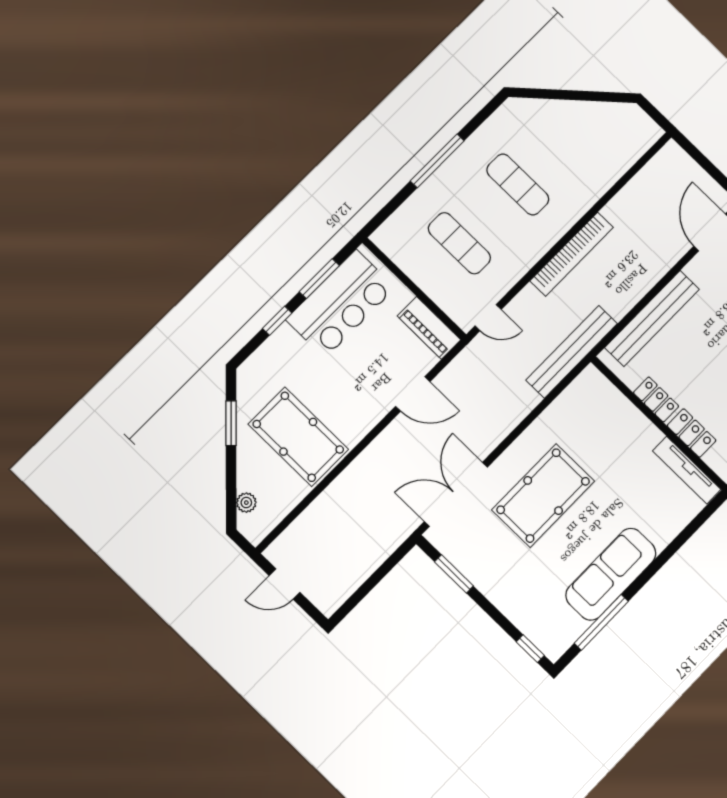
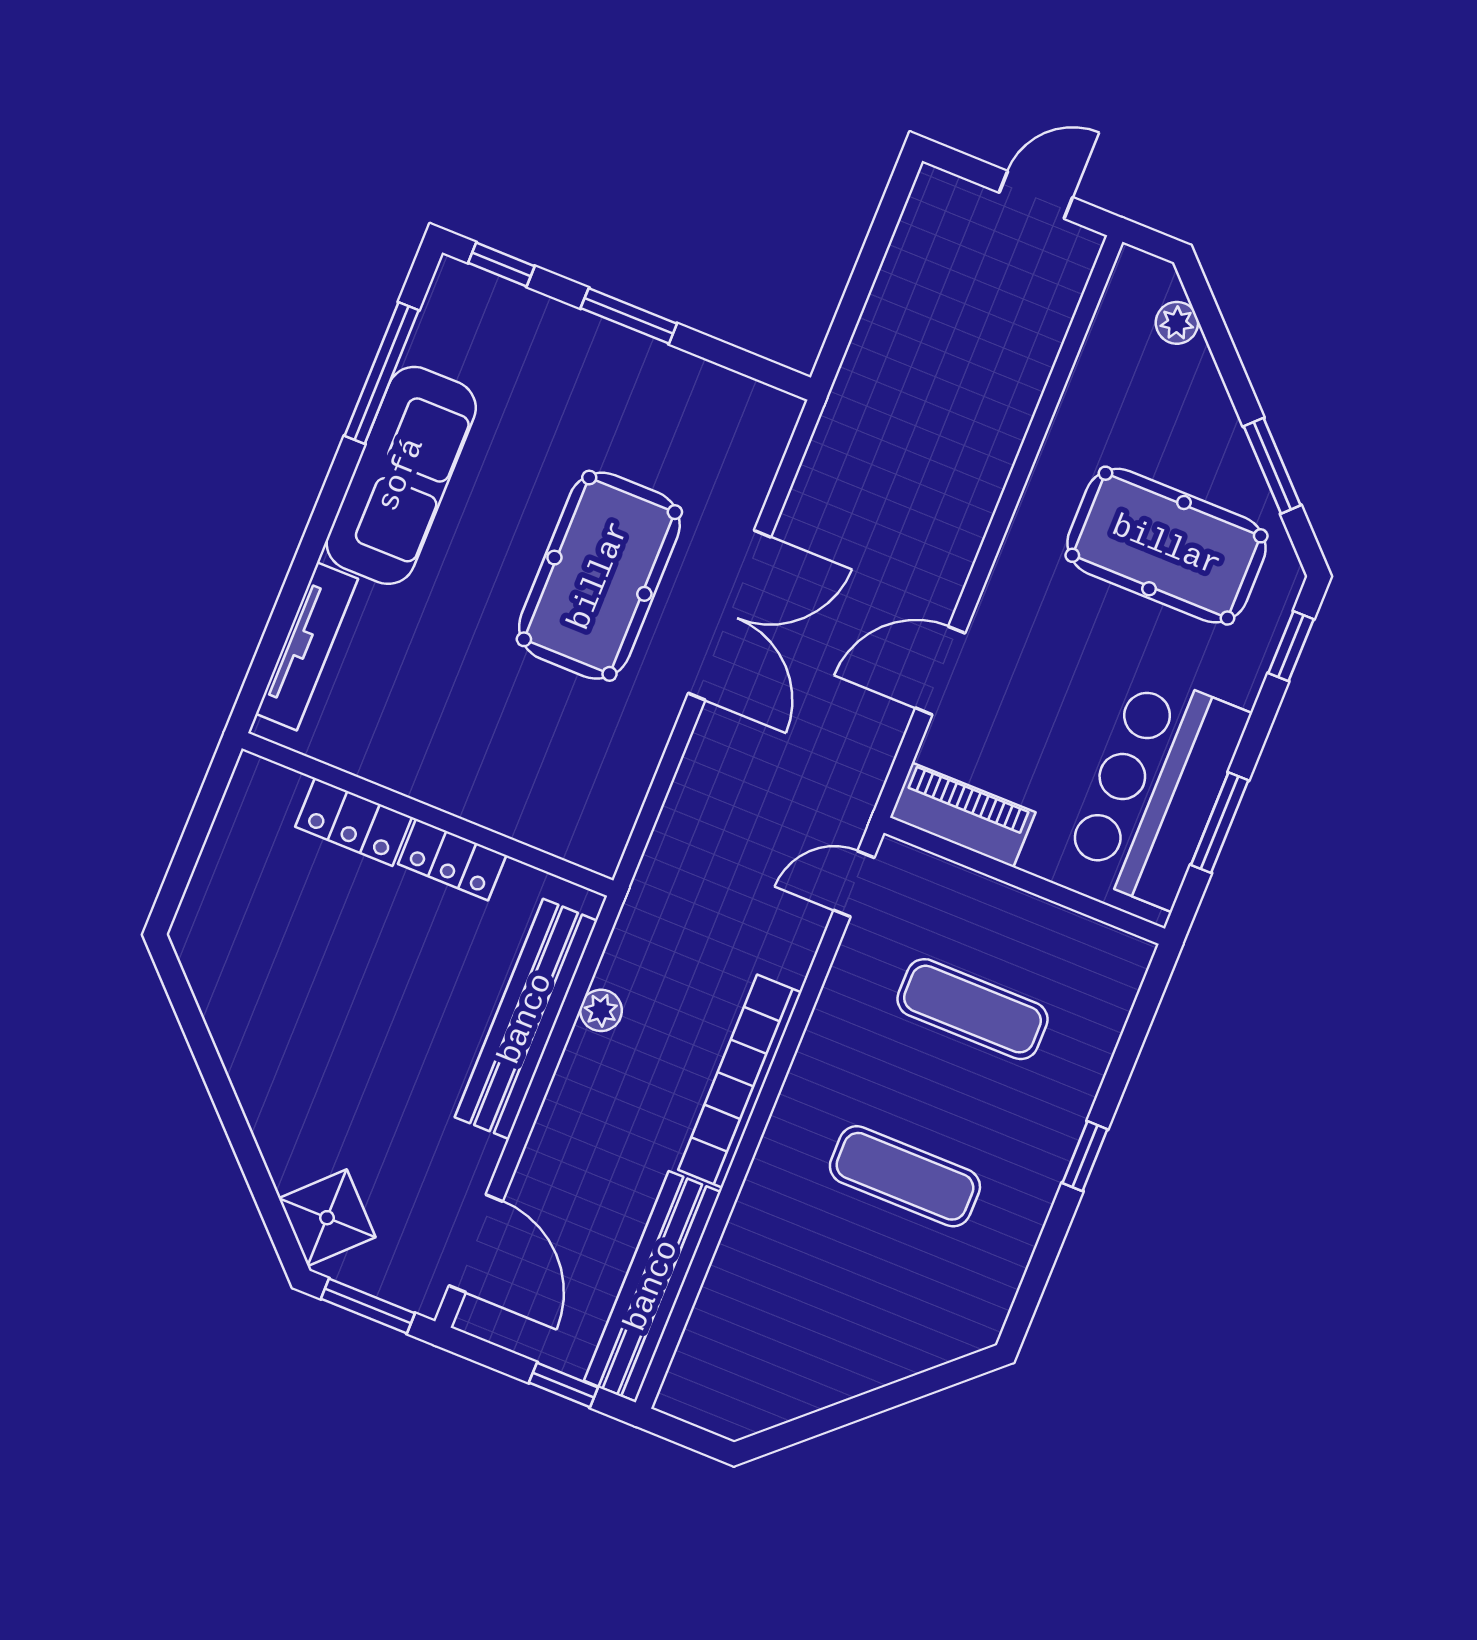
window: (699, 157) -> (563, 1385), added
window: (437, 161) -> (1085, 1156), width x0.46
plant: (619, 309) -> (601, 1010), added
window: (277, 321) -> (1291, 646), moved
bench: (572, 352) -> (652, 1286), moved
pool table: (298, 437) -> (1166, 546), moved
tv unit: (687, 470) -> (307, 646), moved, turned 90
double door: (456, 494) -> (730, 615), moved
window: (454, 574) -> (629, 316), moved

